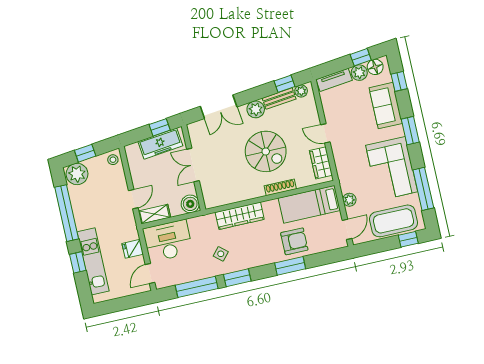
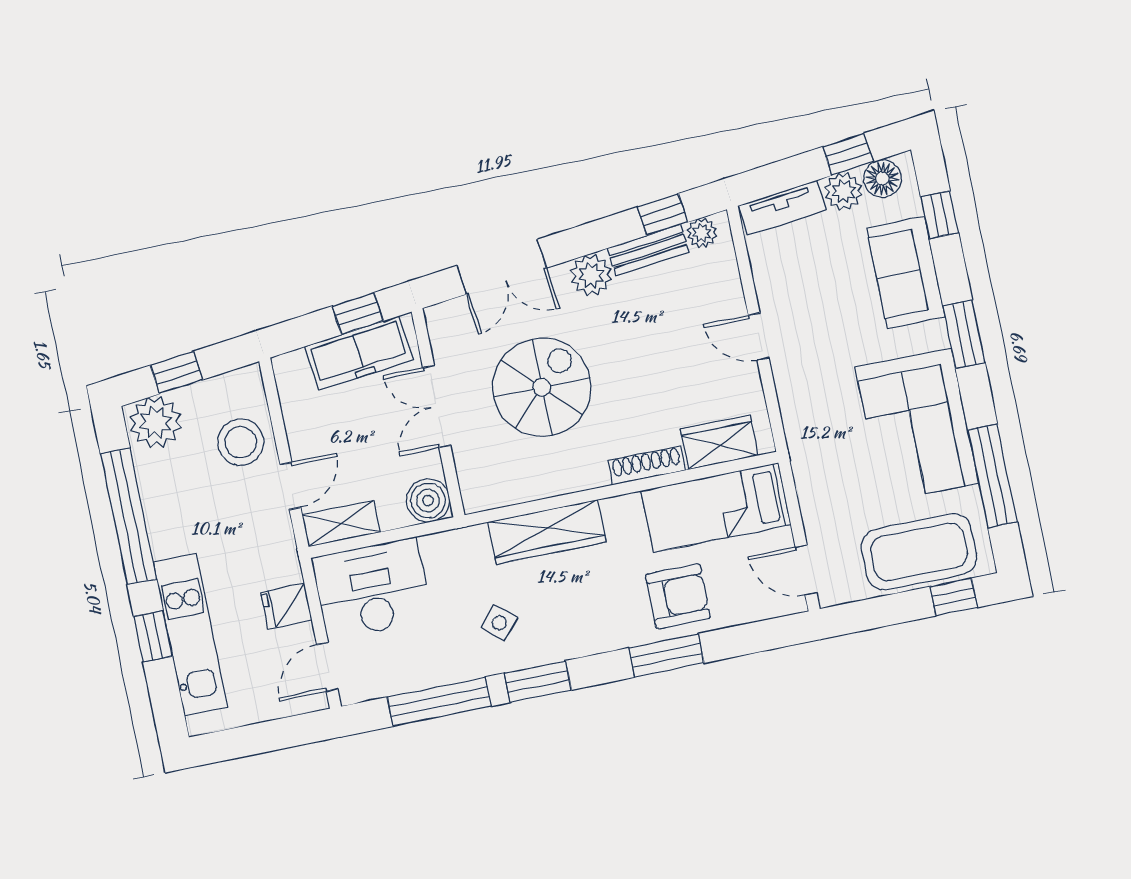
spiral stairs: (266, 151) -> (542, 387), moved, turned -90
stool: (113, 160) -> (241, 442), moved, width x1.89, depth x1.89
wardrobe: (321, 163) -> (719, 442), moved, turned 90
plant: (349, 200) -> (813, 499), removed
door: (347, 229) -> (806, 570), swing flipped

